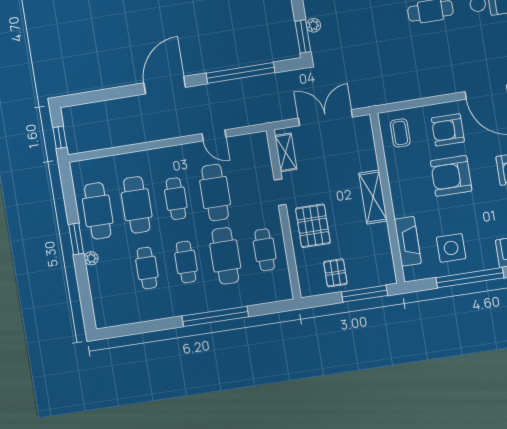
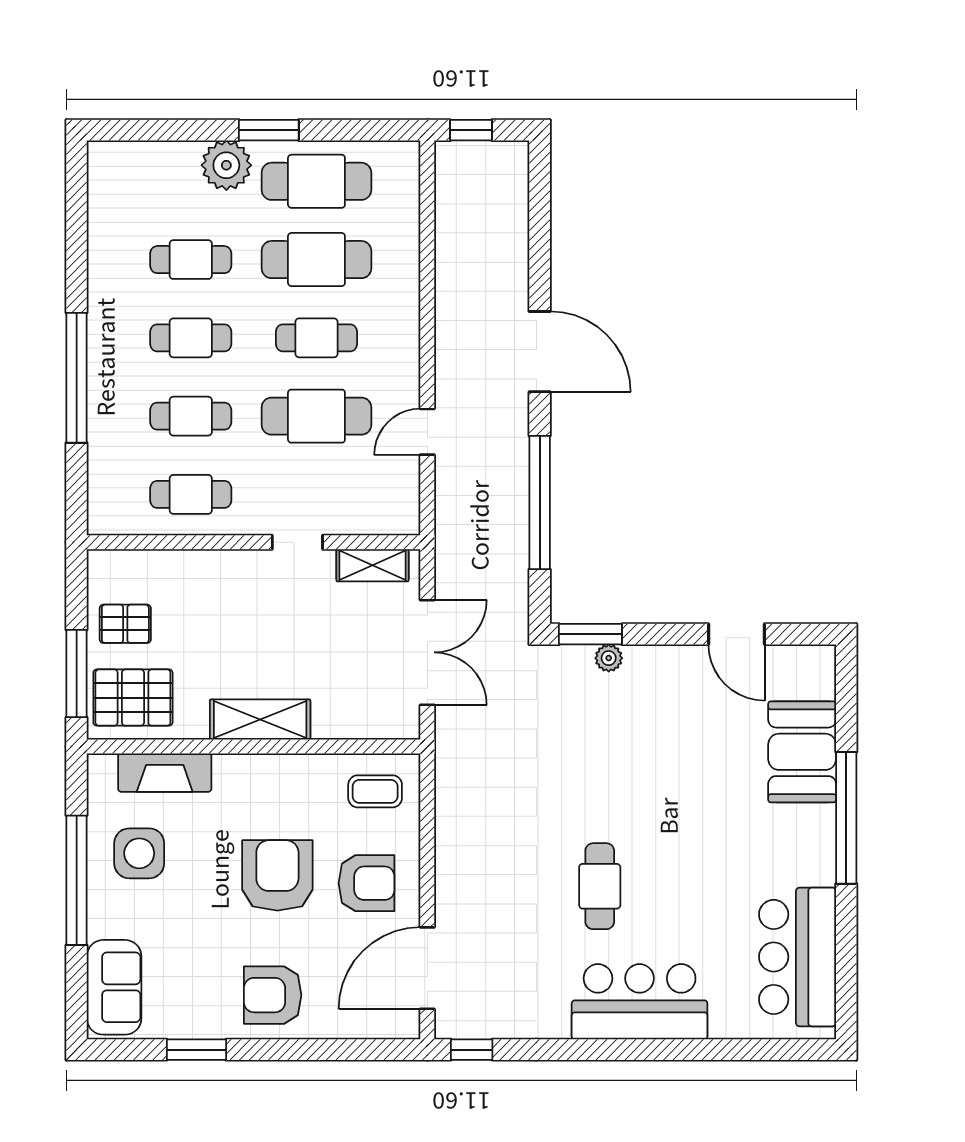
armchair: (448, 130) -> (367, 883), turned 90
pallet: (313, 226) -> (133, 698), moved
cafe table: (225, 256) -> (191, 416), width x0.73, depth x0.74
plant: (91, 258) -> (226, 165), width x1.87, depth x1.87

